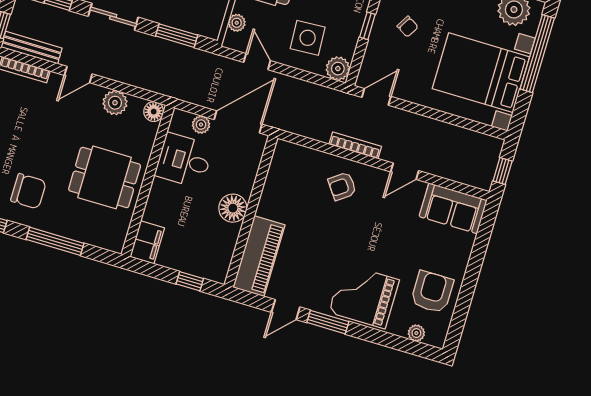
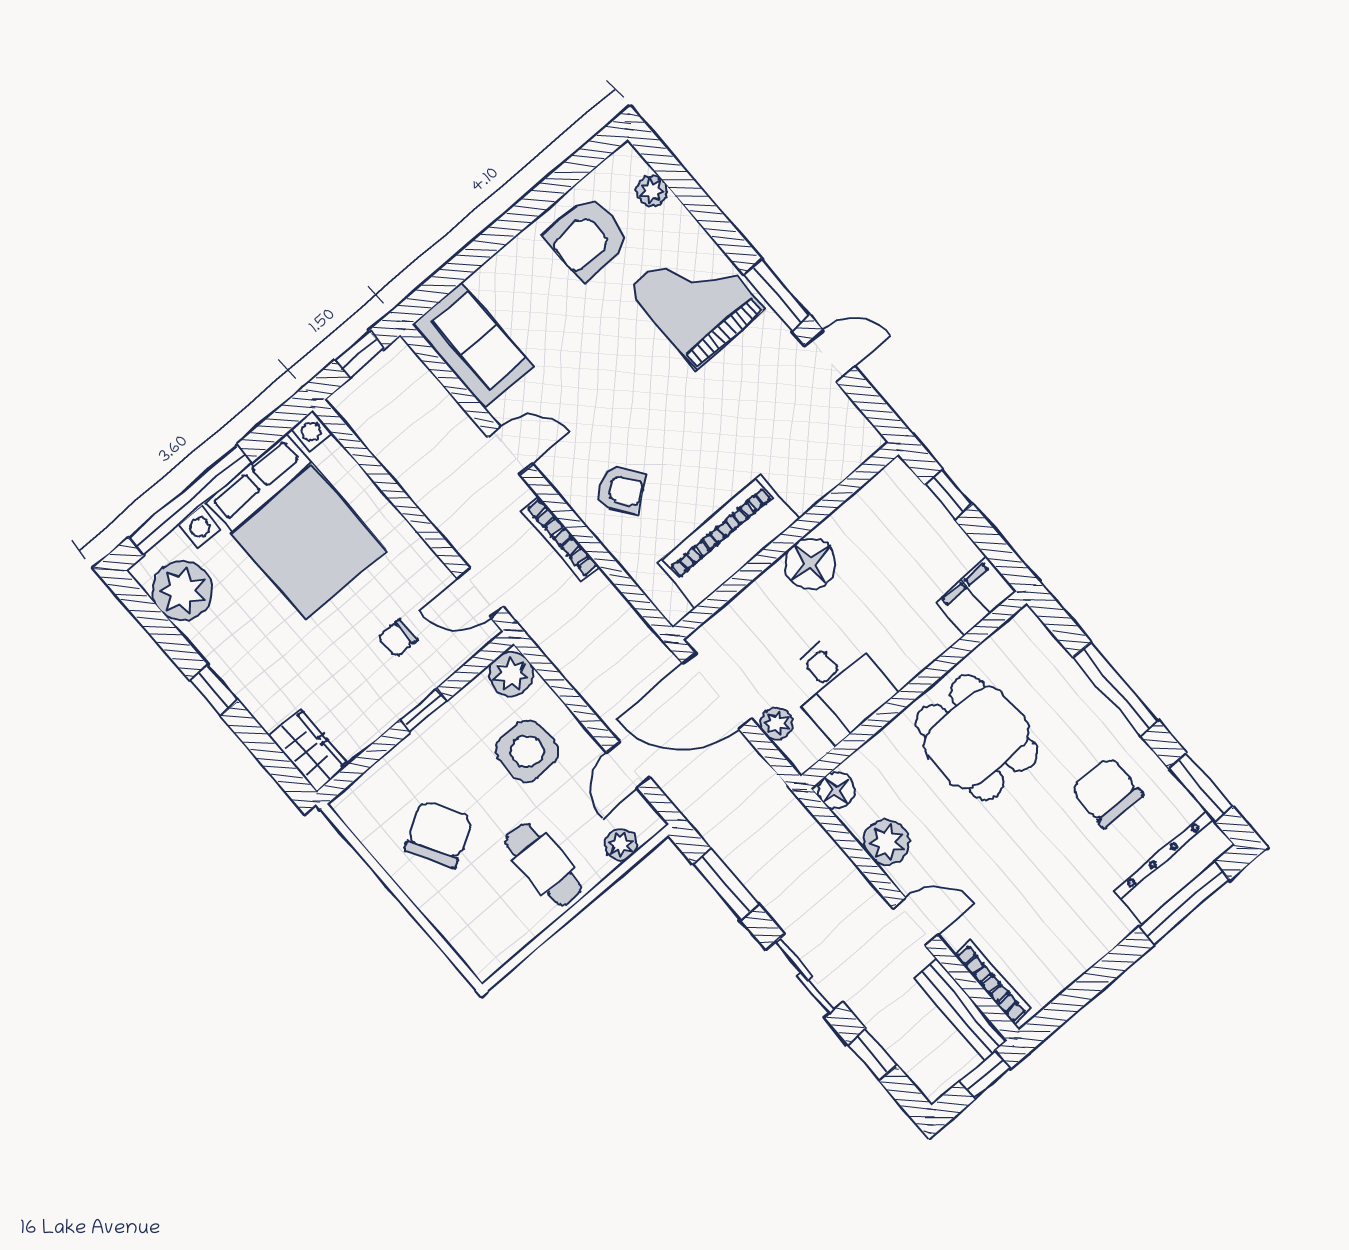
chair: (408, 27) -> (398, 639), moved, turned -121
piano: (259, 256) -> (728, 541), moved
grand piano: (364, 296) -> (696, 299), turned 180

